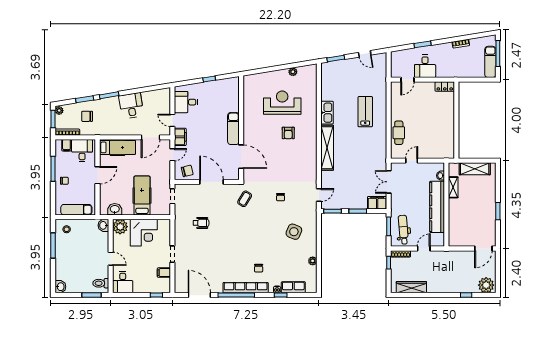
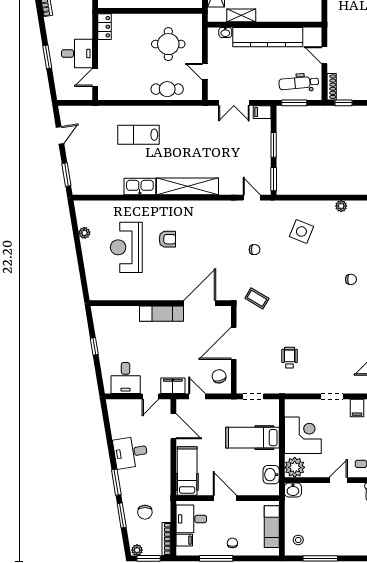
door: (407, 80) -> (95, 77), swing flipped
round table: (432, 134) -> (168, 44), added
filing cabinet: (377, 203) -> (262, 112), width x0.50

